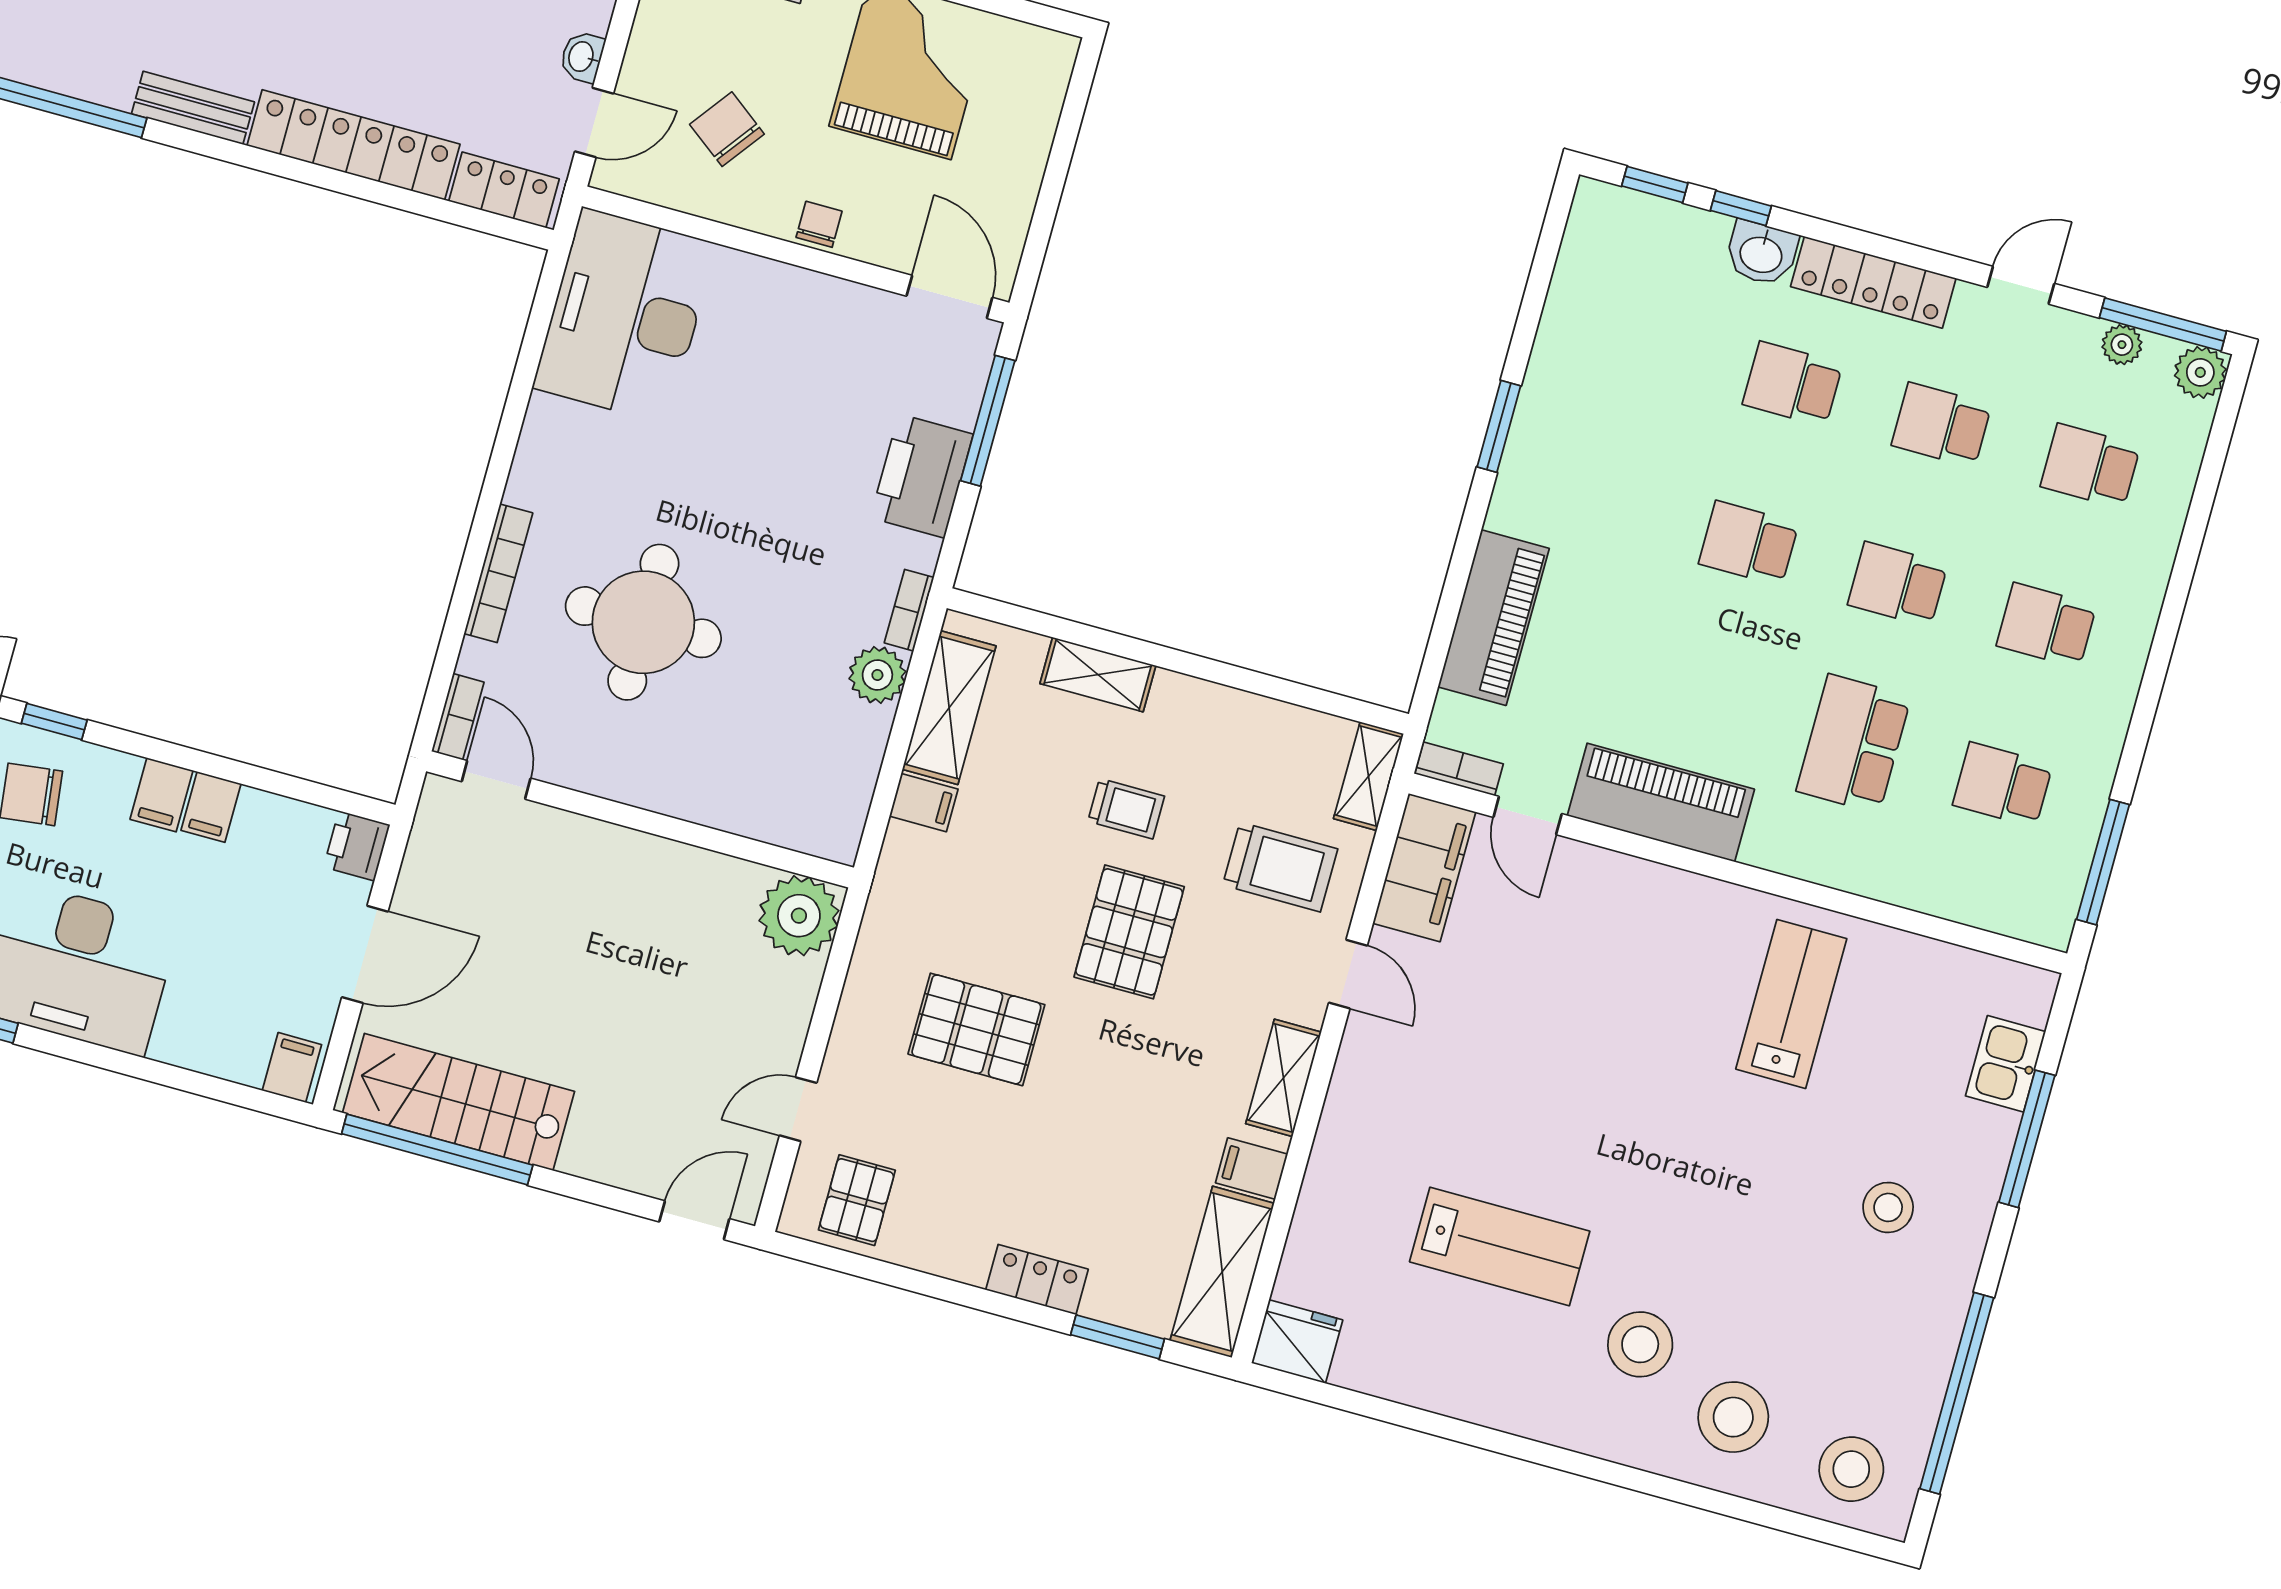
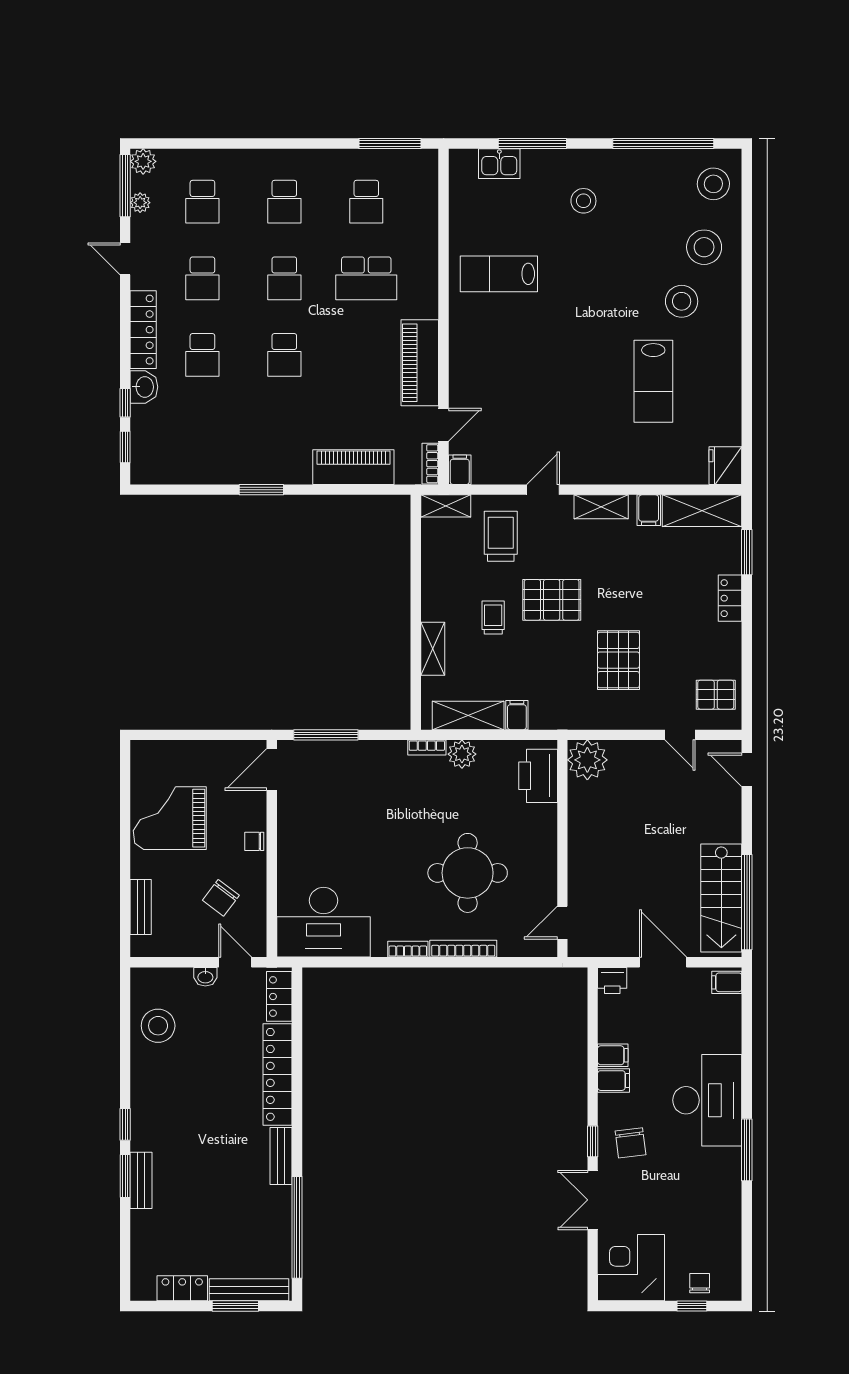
printer: (922, 476) -> (538, 776), moved, turned 90
bookcase: (458, 717) -> (408, 949), moved
filing cabinet: (1424, 868) -> (460, 470), width x0.33, depth x0.86
lab bench: (1500, 1247) -> (653, 381), turned 180

